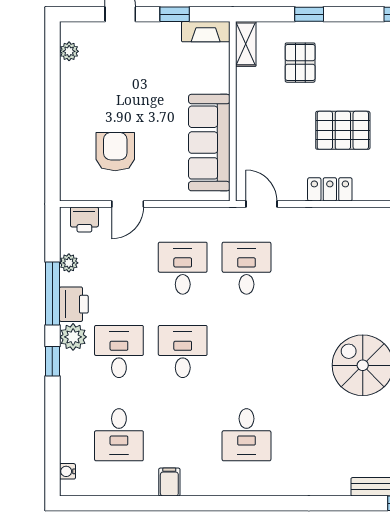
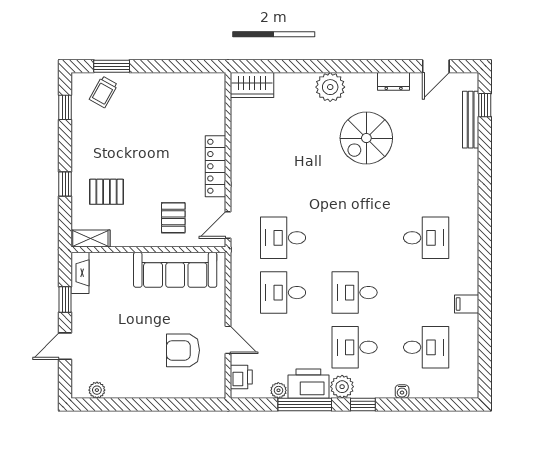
pallet: (343, 130) -> (173, 218), moved, width x0.67, depth x0.71
locker: (330, 189) -> (215, 166), width x1.53
printer: (74, 304) -> (308, 384), width x1.37, depth x1.19
water cooler: (67, 471) -> (402, 392), moved

